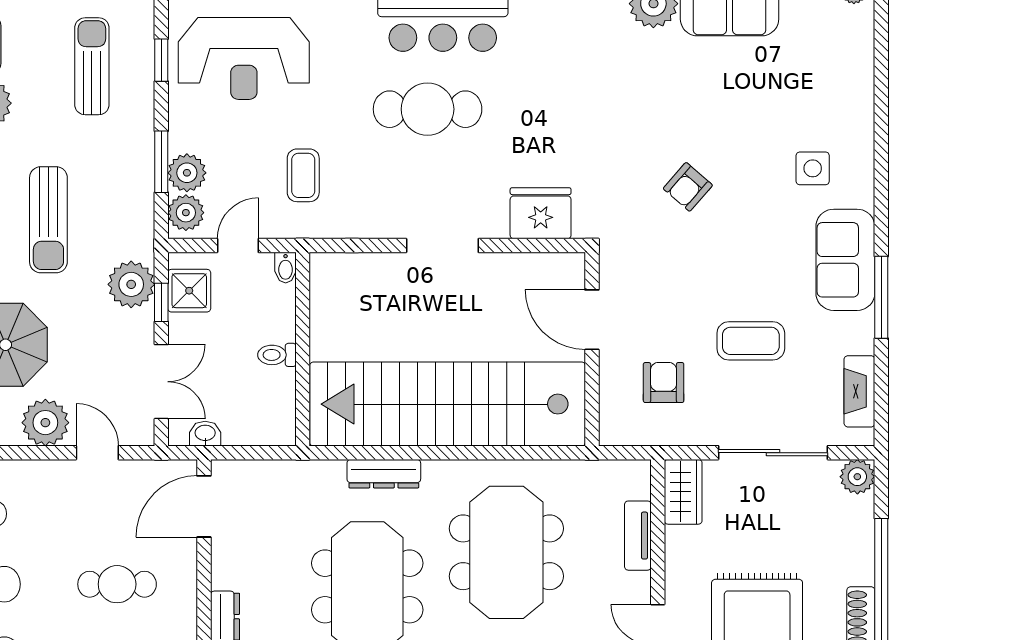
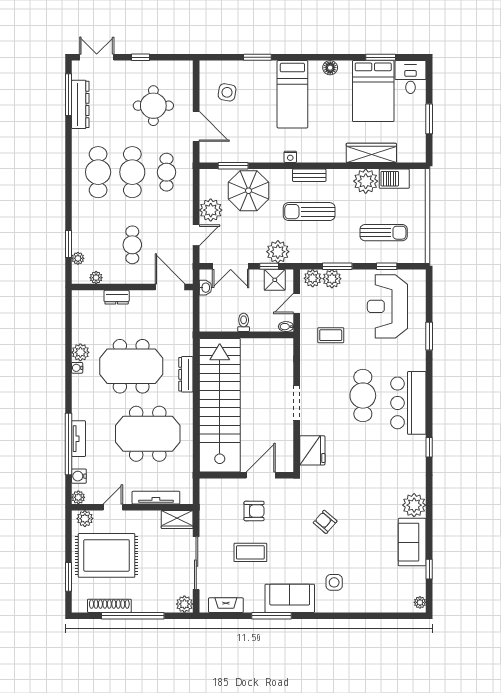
door: (238, 246) -> (297, 303), swing flipped
coffee table: (751, 341) -> (250, 552), turned 90
armchair: (664, 383) -> (254, 511), moved
tv unit: (638, 536) -> (156, 498), width x1.41

